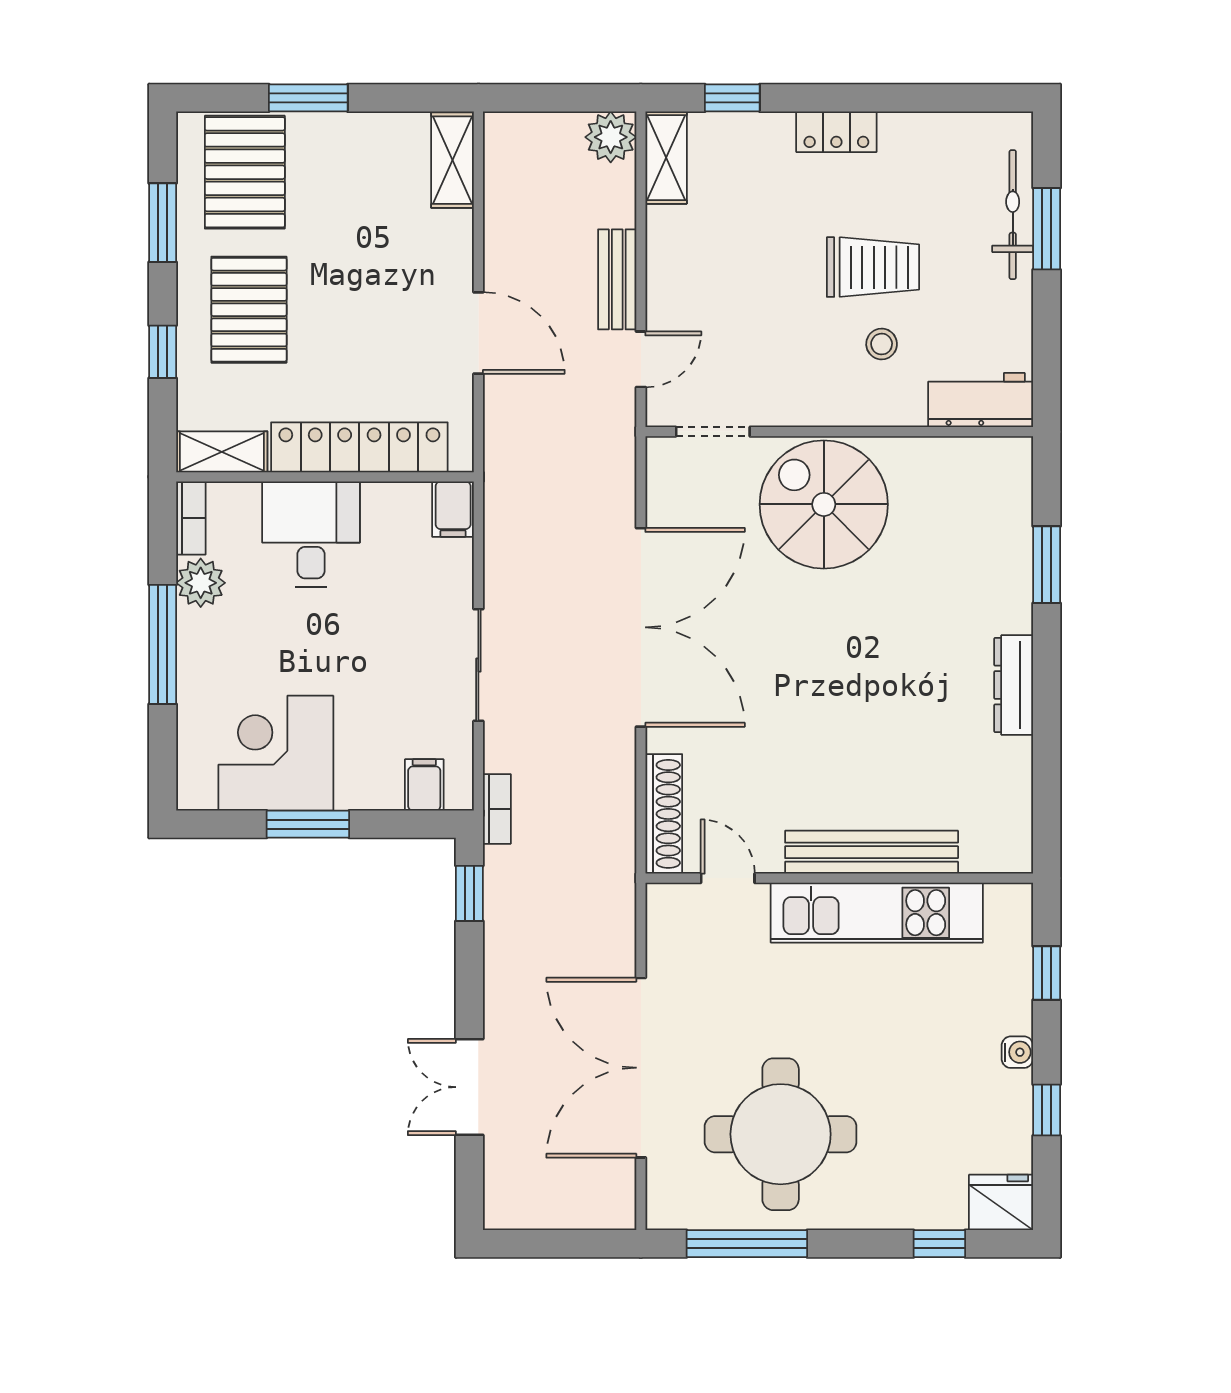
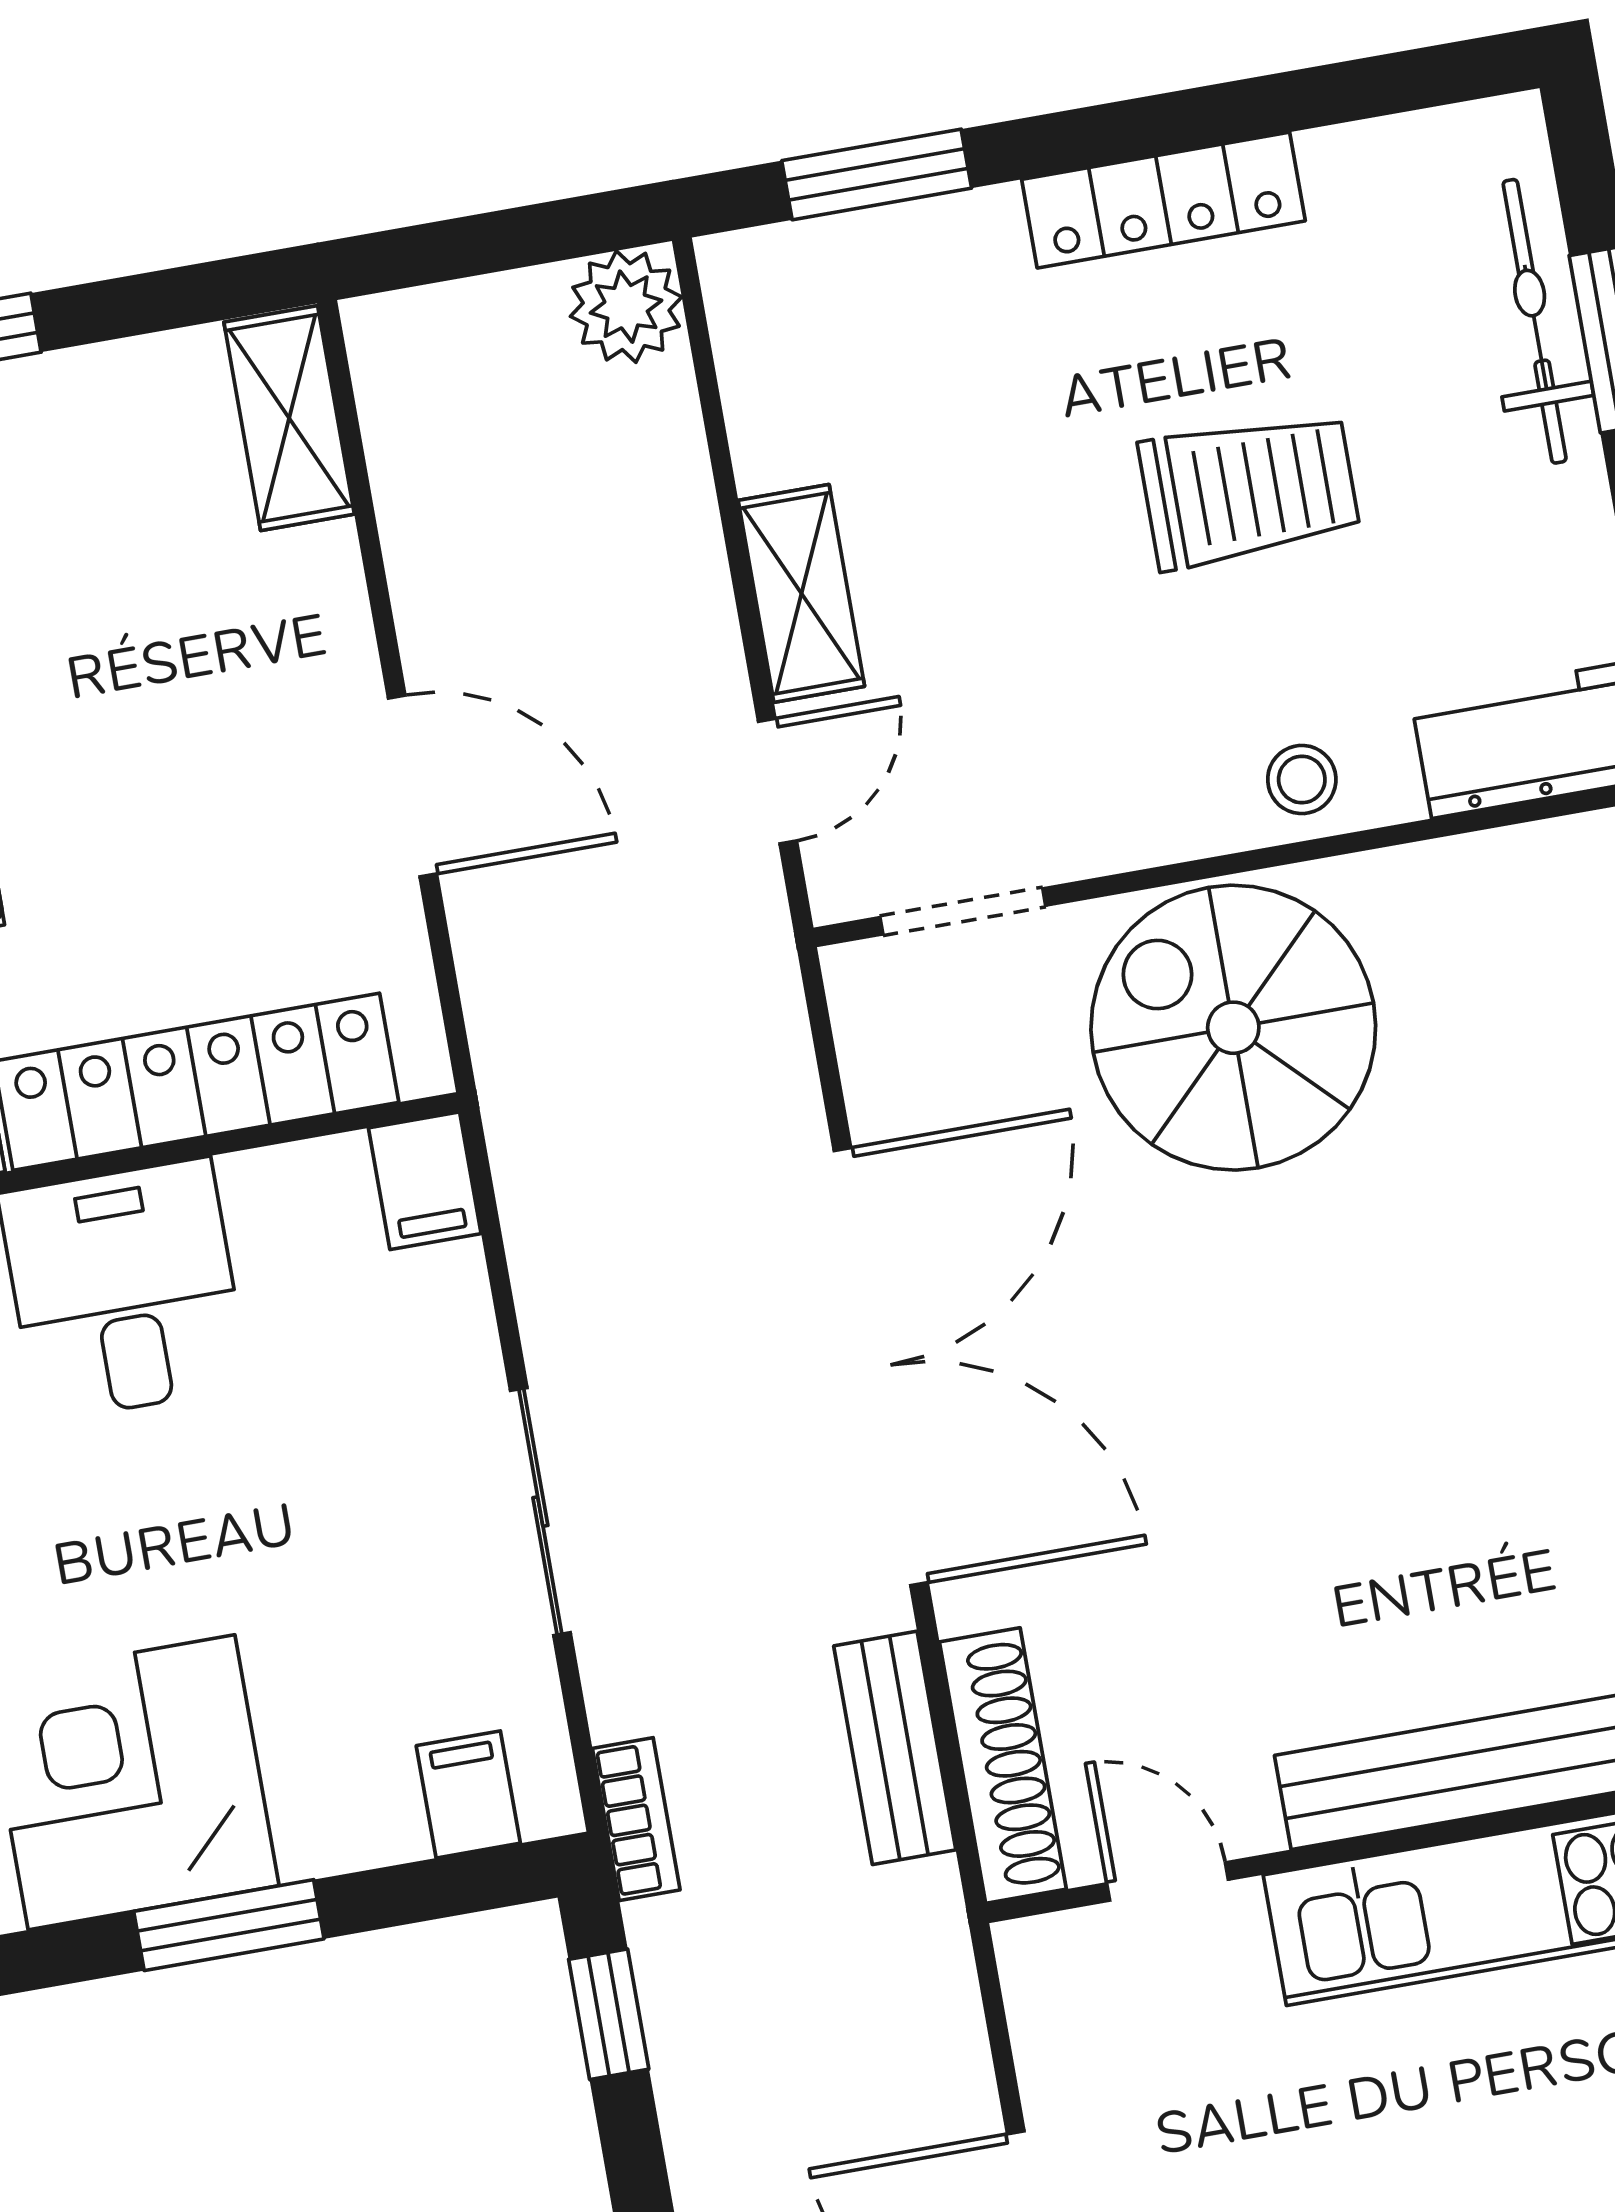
window: (732, 98) -> (877, 174), width x1.50
locker: (836, 132) -> (1163, 200), width x1.53
shelving: (666, 158) -> (801, 593), moved
bench: (617, 279) -> (895, 1748), moved
stool: (882, 344) -> (1302, 780), moved

